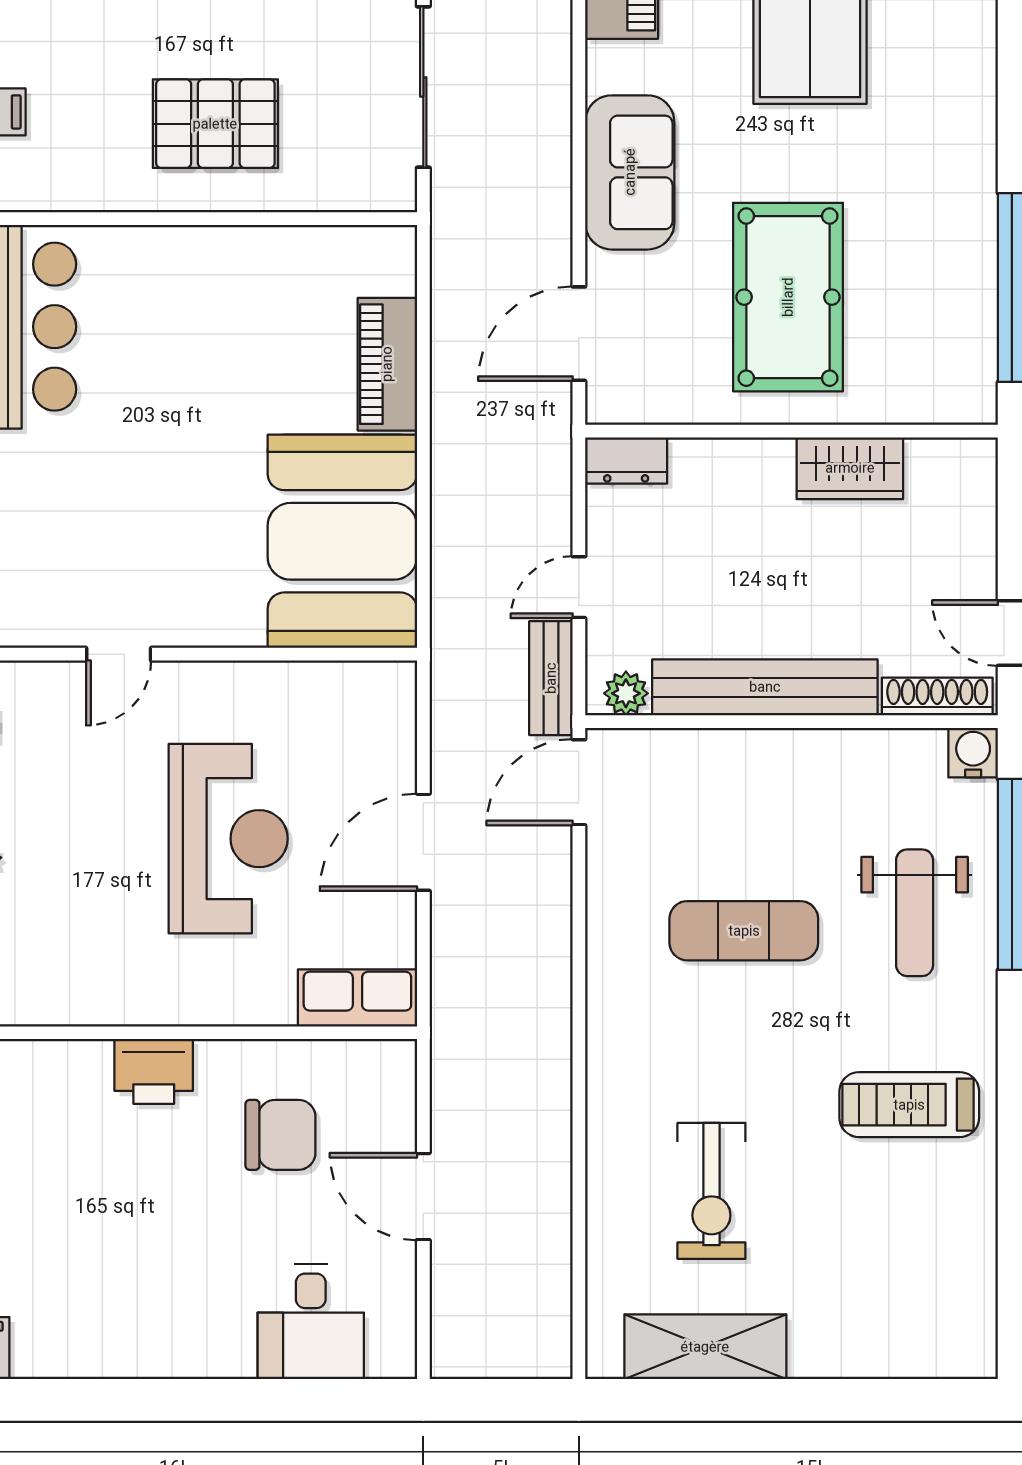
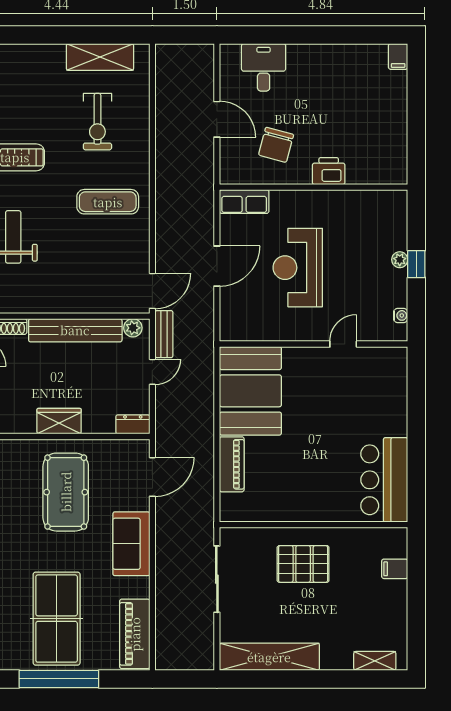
wardrobe: (850, 468) -> (59, 421), moved
exercise mat: (744, 931) -> (108, 202), moved
chair: (280, 1135) -> (276, 145), turned -75
exercise bike: (711, 1191) -> (97, 122), turned 180

